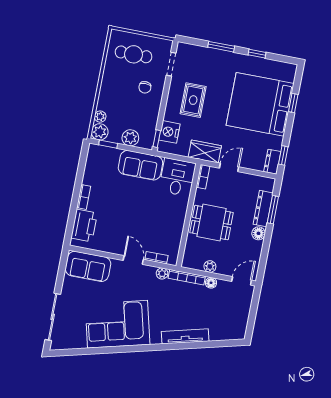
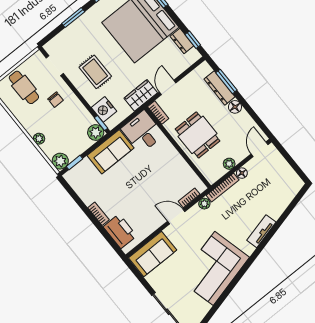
cafe table: (134, 54) -> (24, 87), turned 90
plant: (100, 117) -> (39, 139), moved
plant: (130, 138) -> (96, 132), moved
dresser: (272, 162) -> (182, 41), moved
dining table: (211, 223) -> (198, 135), turned 90
tv unit: (185, 336) -> (261, 231), width x0.71

